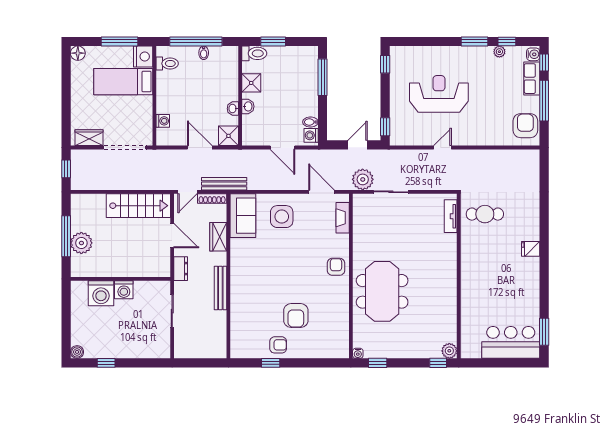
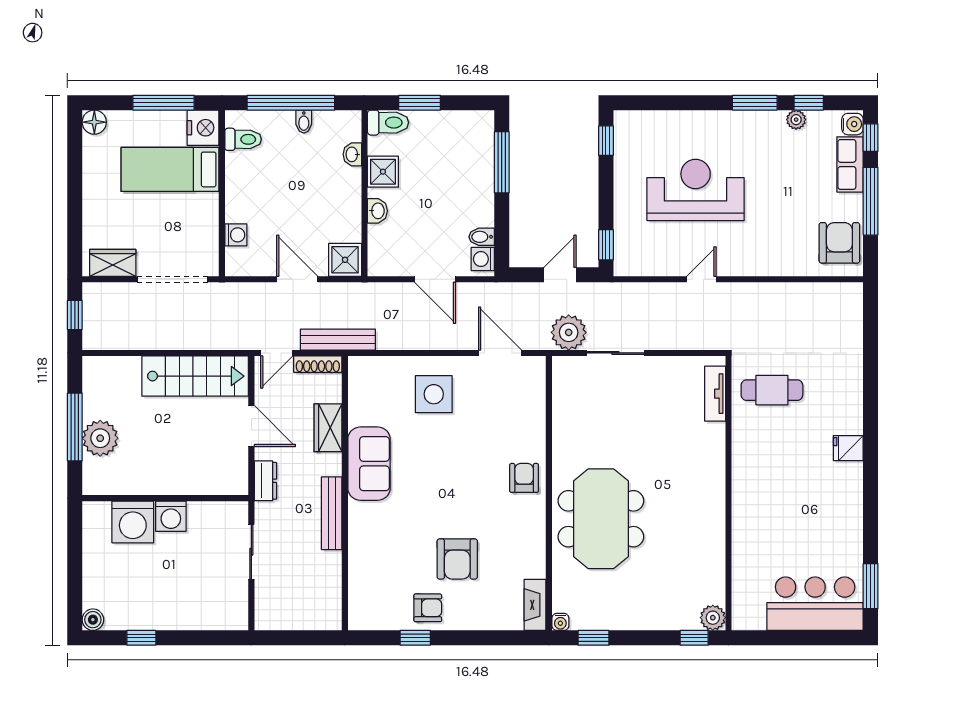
washbasin: (233, 109) -> (352, 154), moved
sofa: (243, 216) -> (369, 464), moved
fireplace: (343, 218) -> (535, 605), moved

